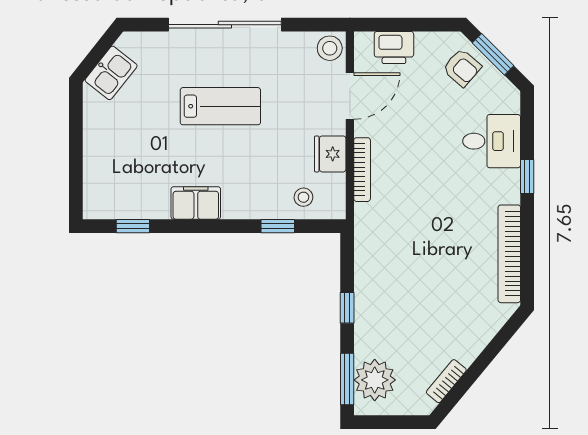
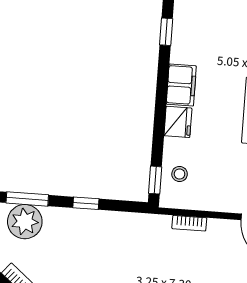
fridge: (330, 154) -> (178, 122), moved, turned 90
bookcase: (362, 170) -> (189, 223), width x0.64
window: (278, 226) -> (155, 180), moved

